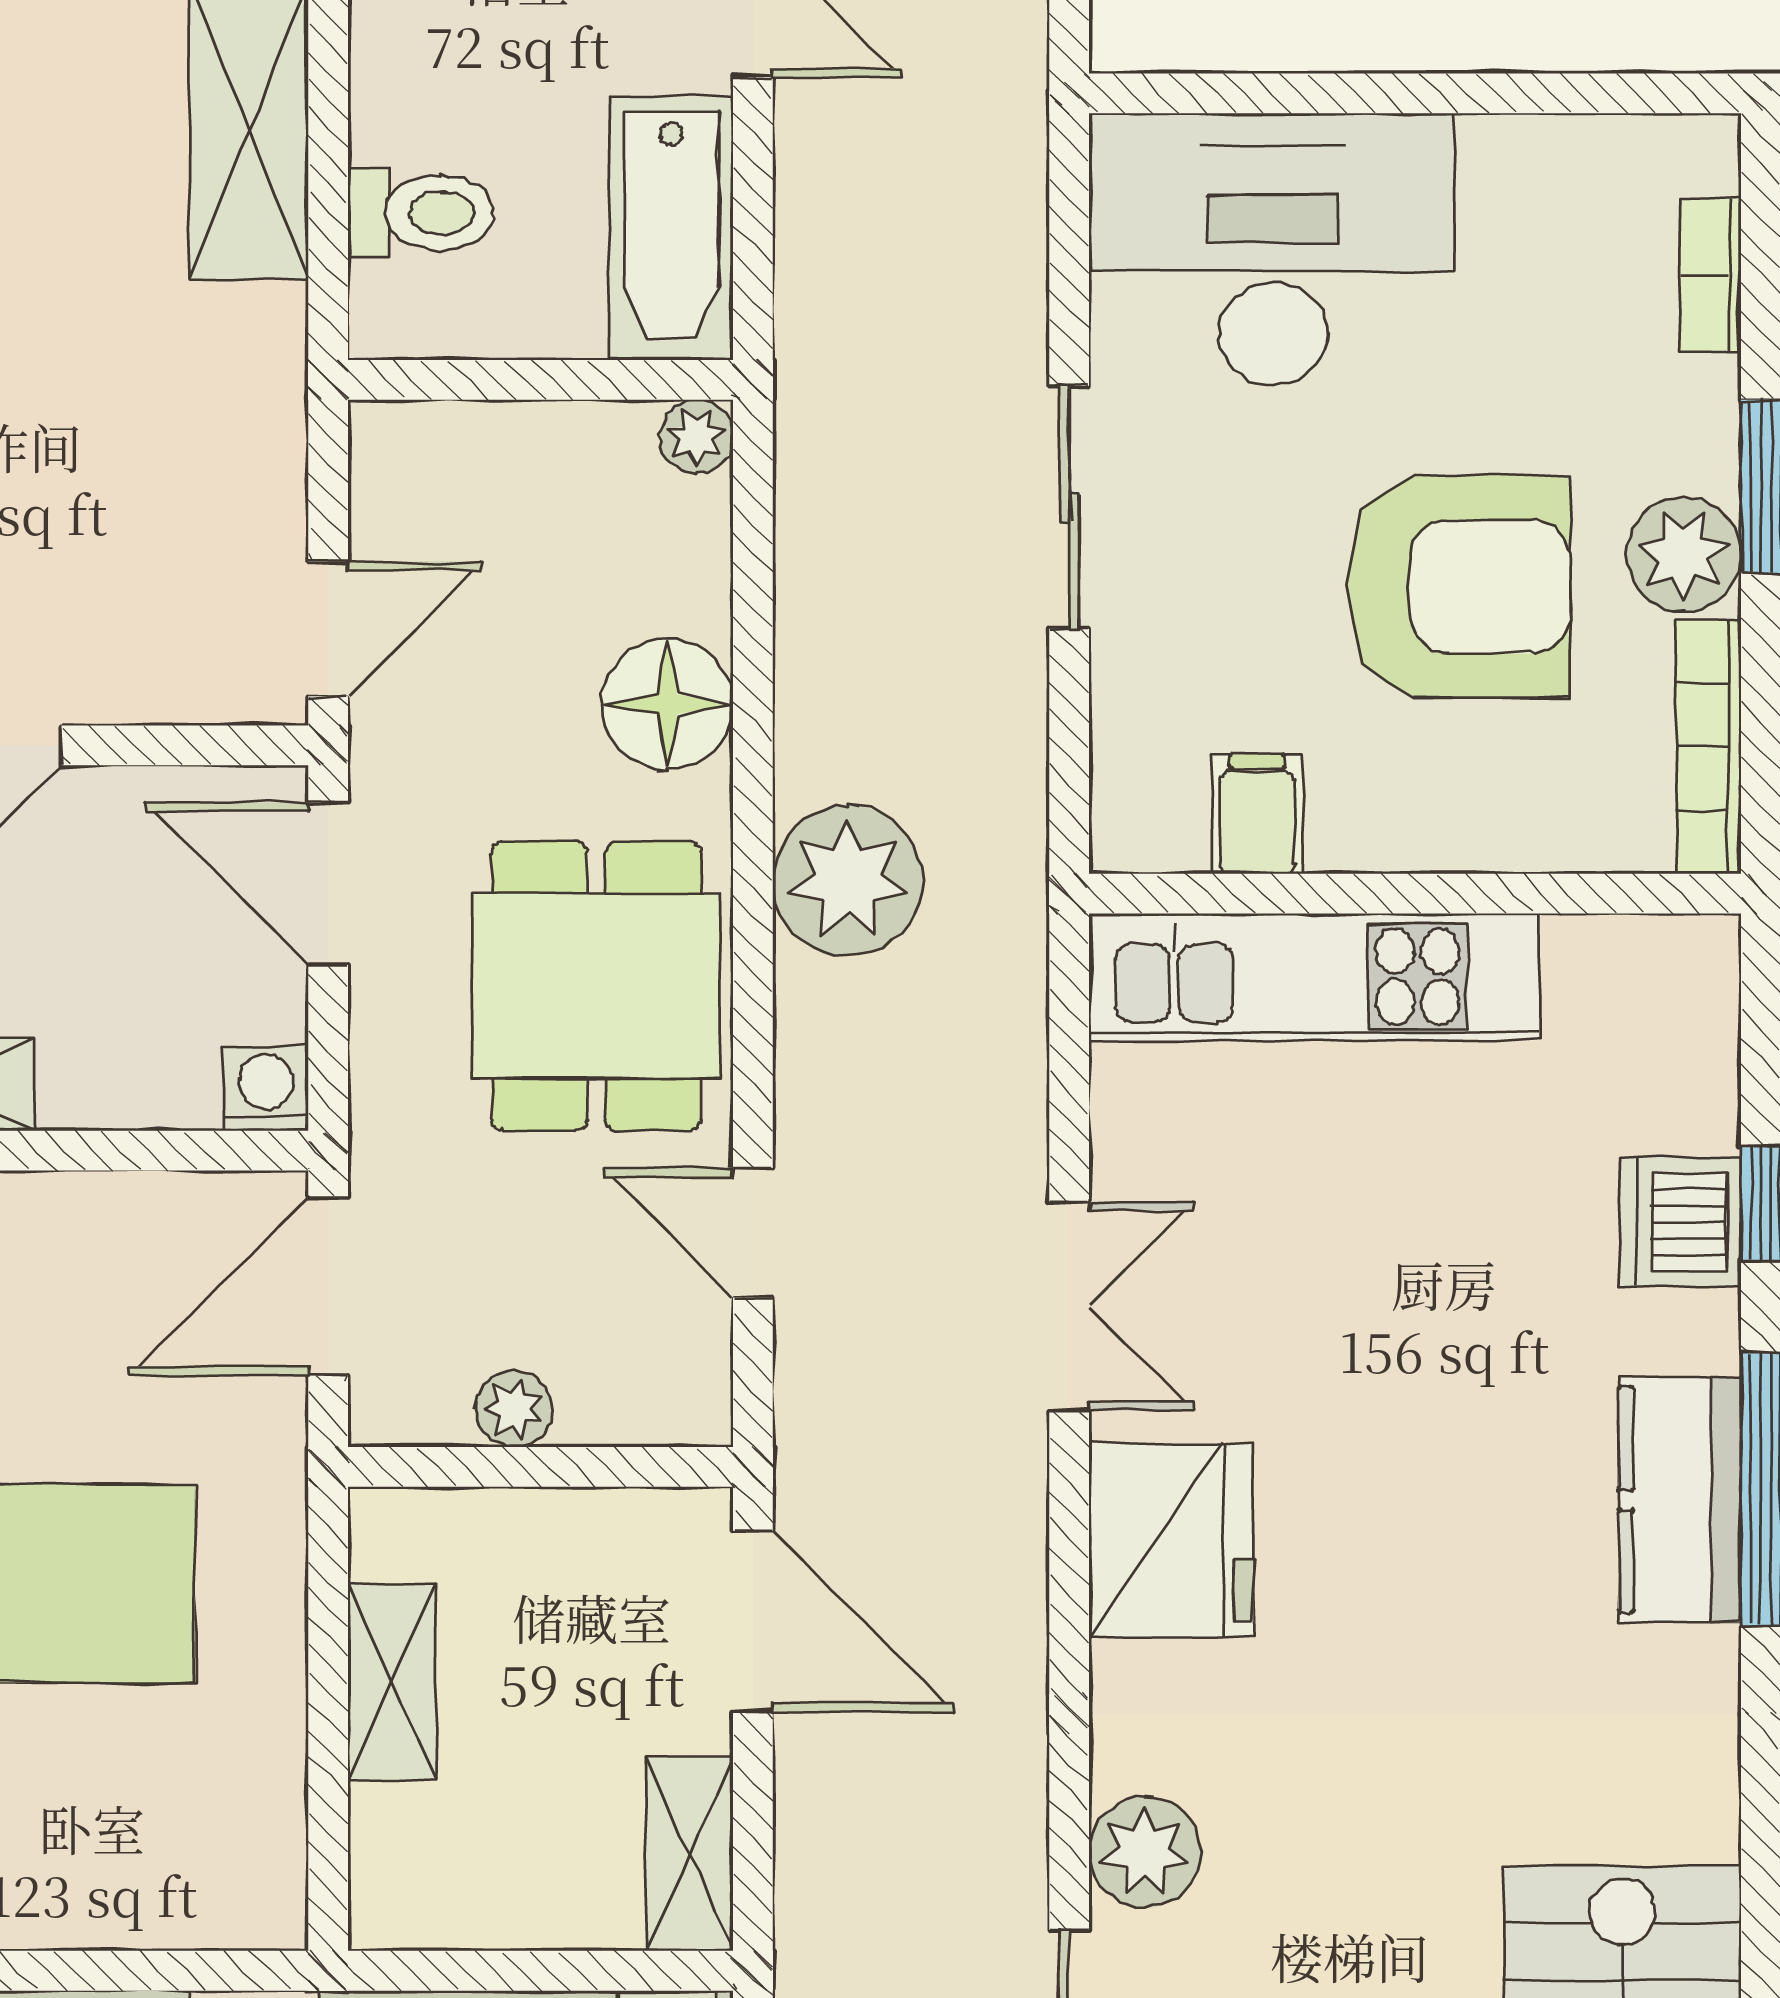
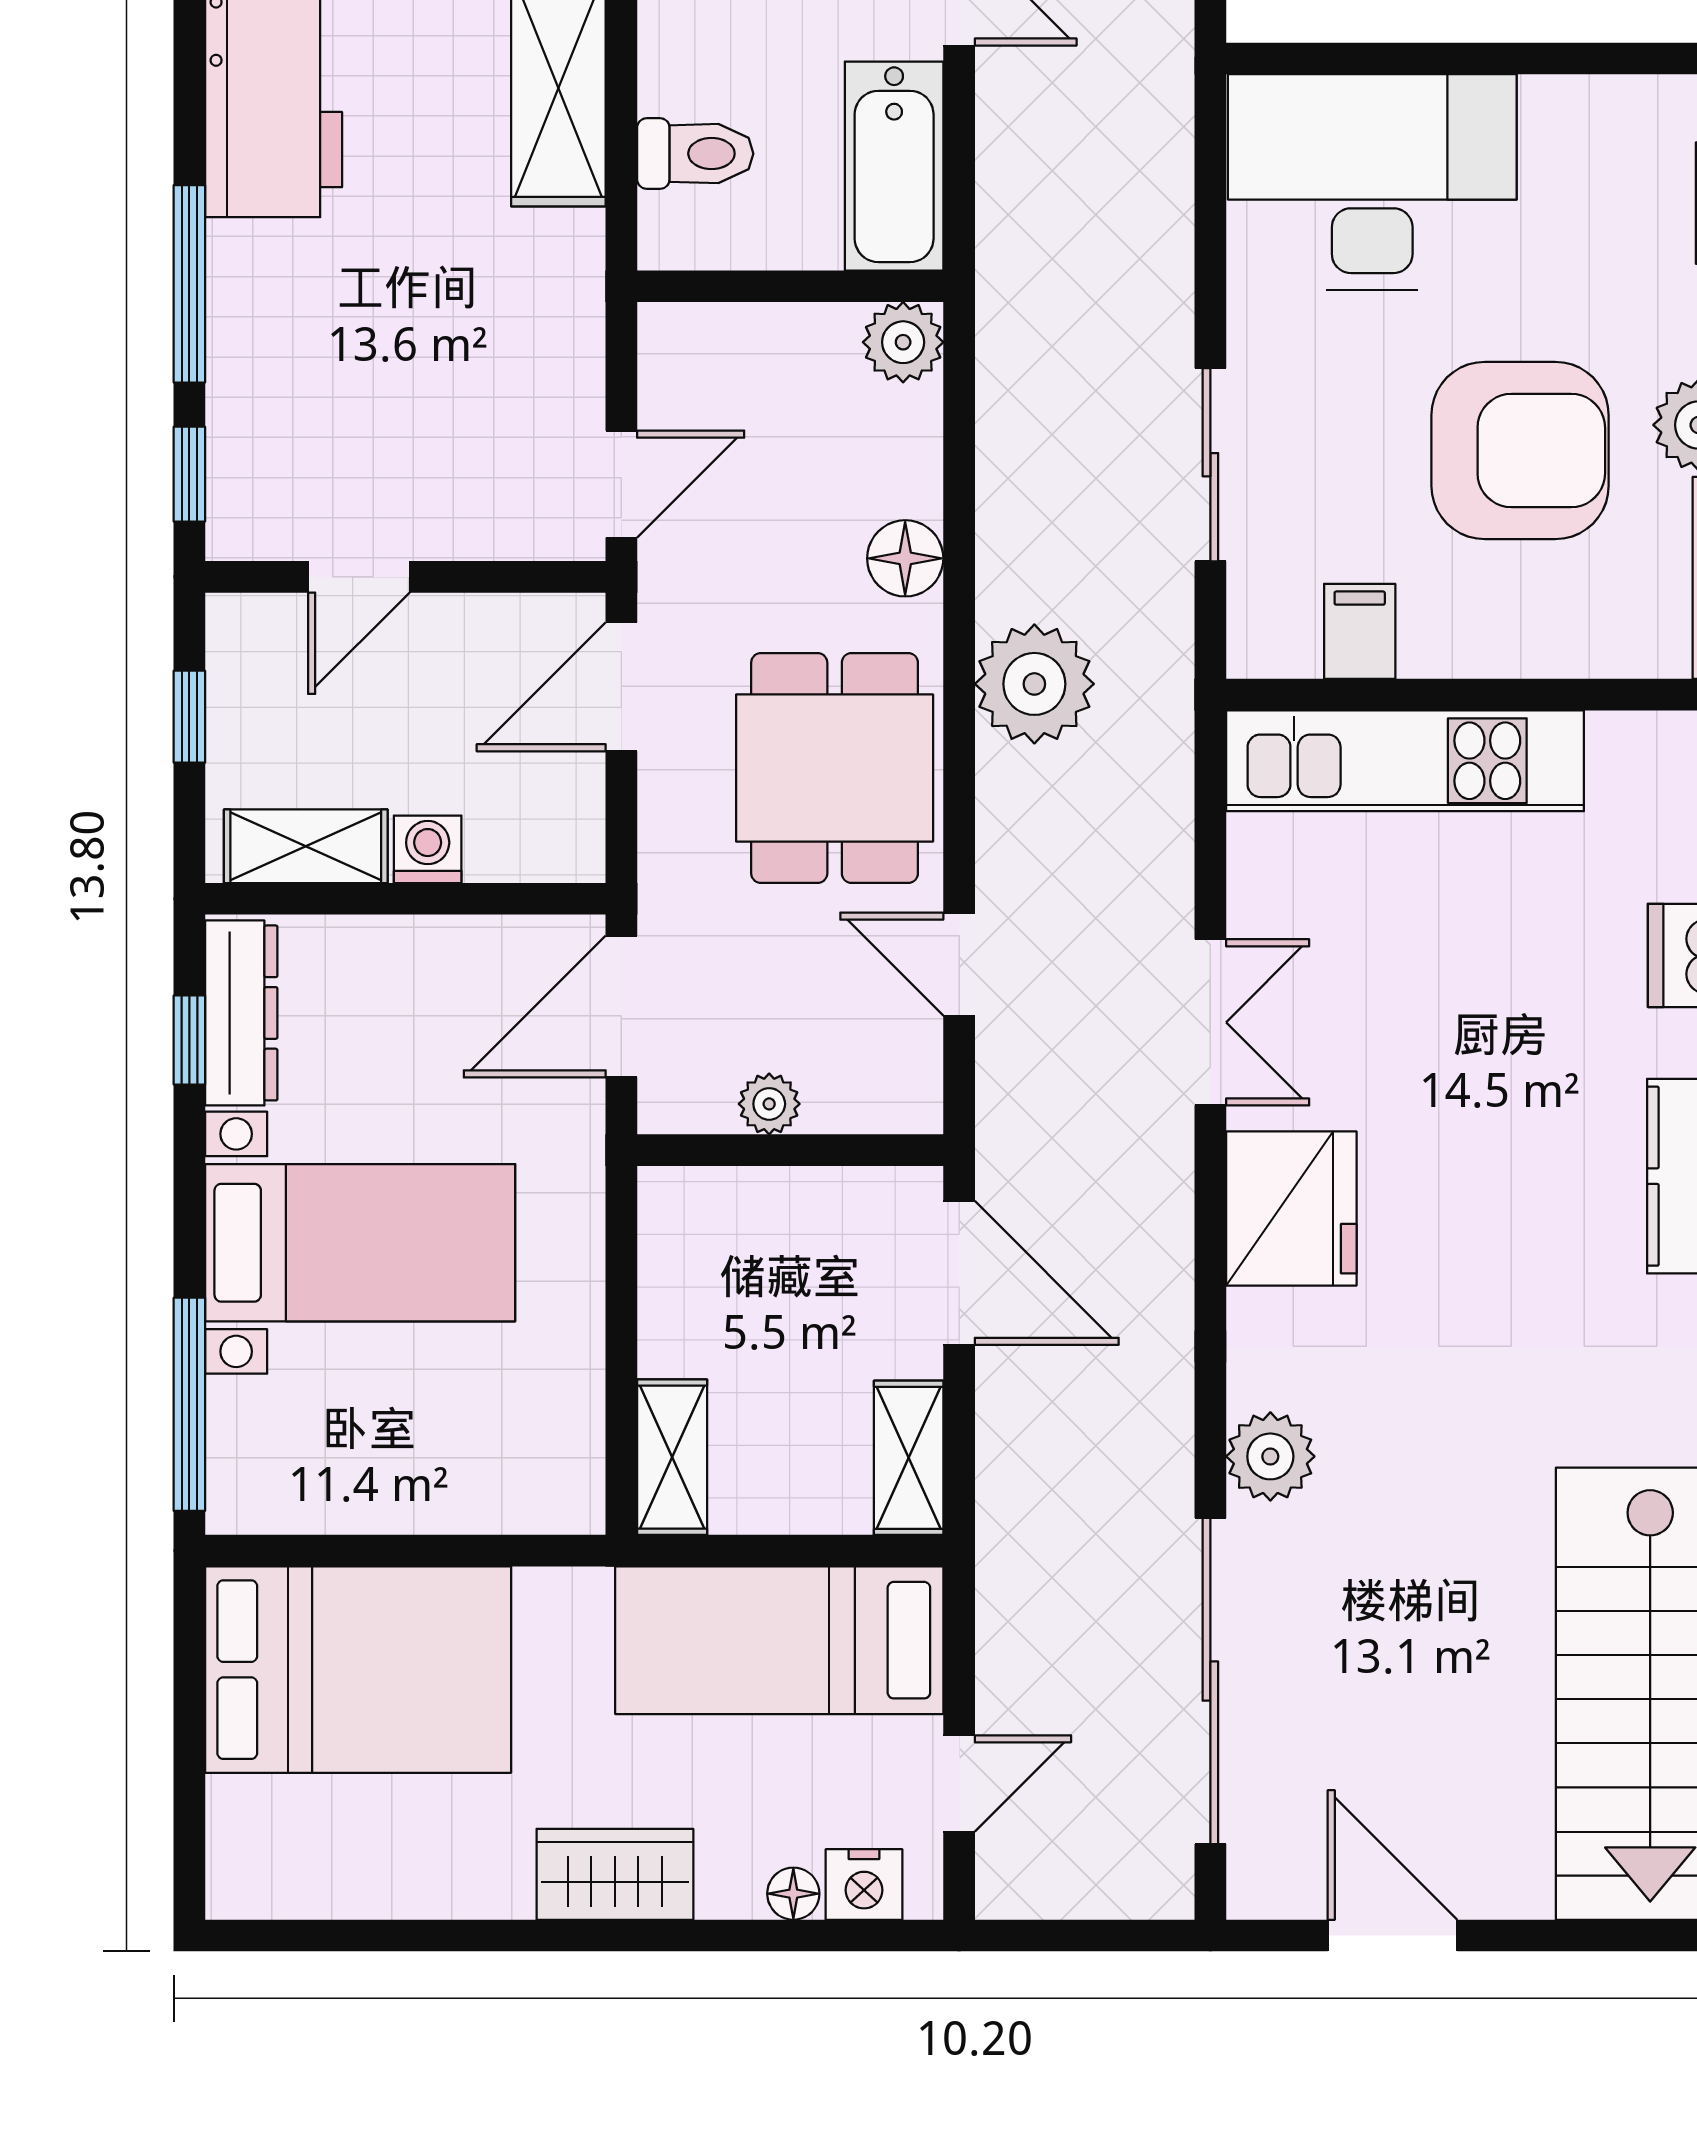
plant: (696, 436) -> (903, 342), width x1.38, depth x1.38
sliding door: (1069, 507) -> (1210, 465), moved
floor lamp: (667, 704) -> (905, 558), width x0.73, depth x0.73
door: (328, 884) -> (621, 687), hinge flipped
washing machine: (266, 1088) -> (428, 849), moved
shelving: (392, 1681) -> (672, 1457), moved

